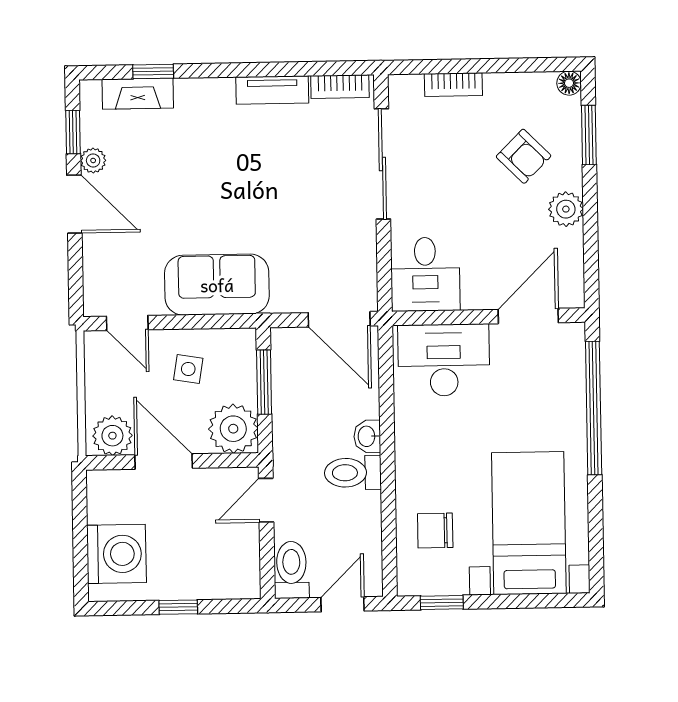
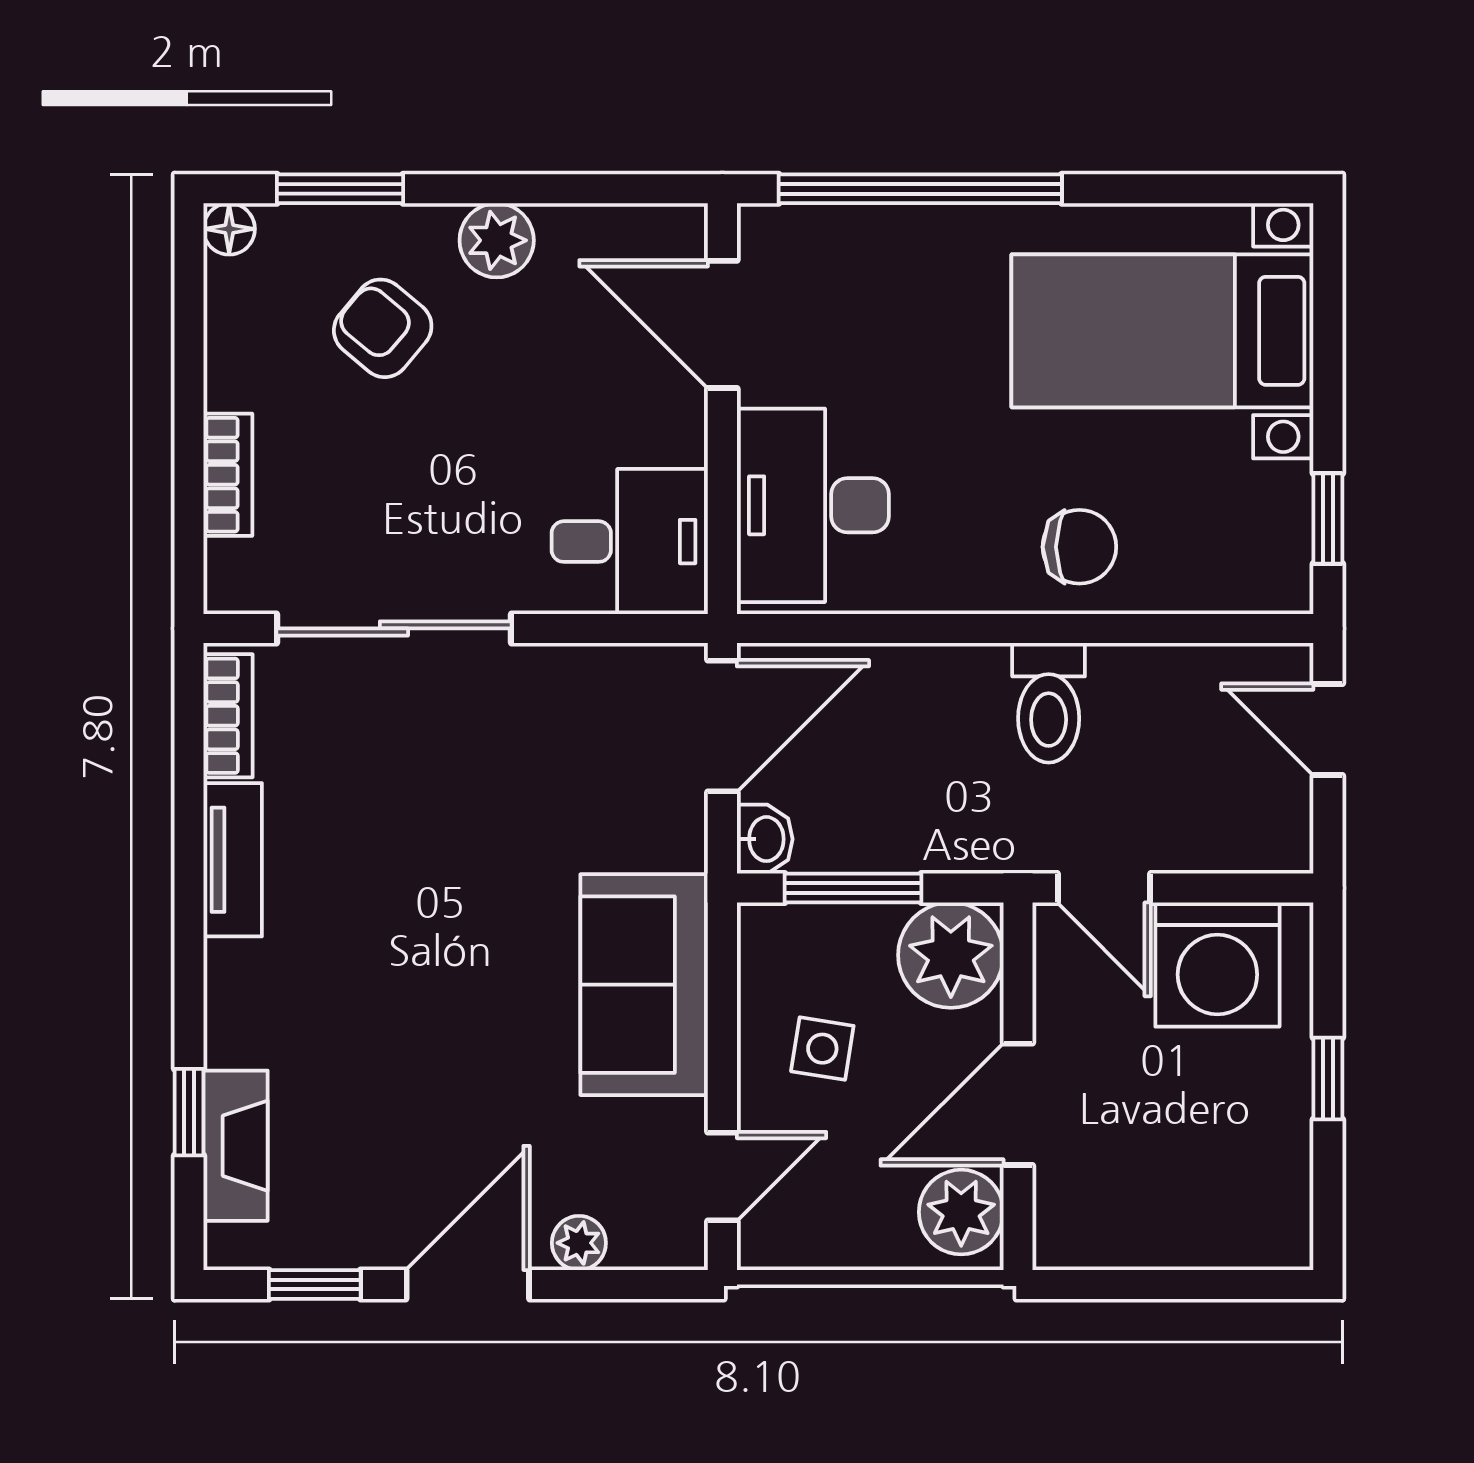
armchair: (524, 156) -> (383, 328), turned -95
plant: (93, 160) -> (579, 1243), moved
washbasin: (367, 436) -> (765, 839), moved, turned -90
chair: (435, 531) -> (1079, 547), moved, turned -90
washing machine: (117, 554) -> (1217, 965), moved, turned 180
toilet: (291, 570) -> (1253, 837), removed

